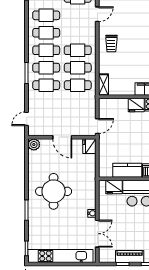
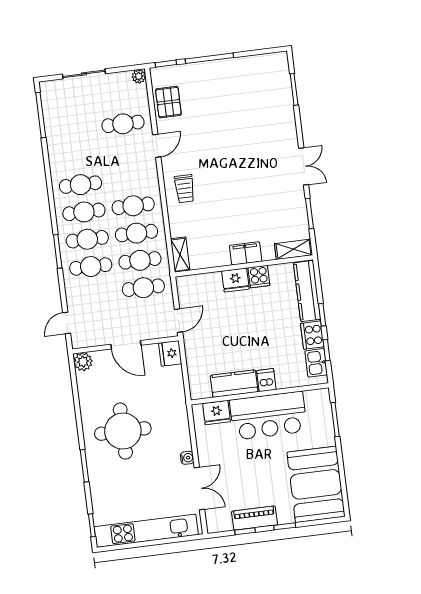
cafe table: (46, 15) -> (143, 288), moved

